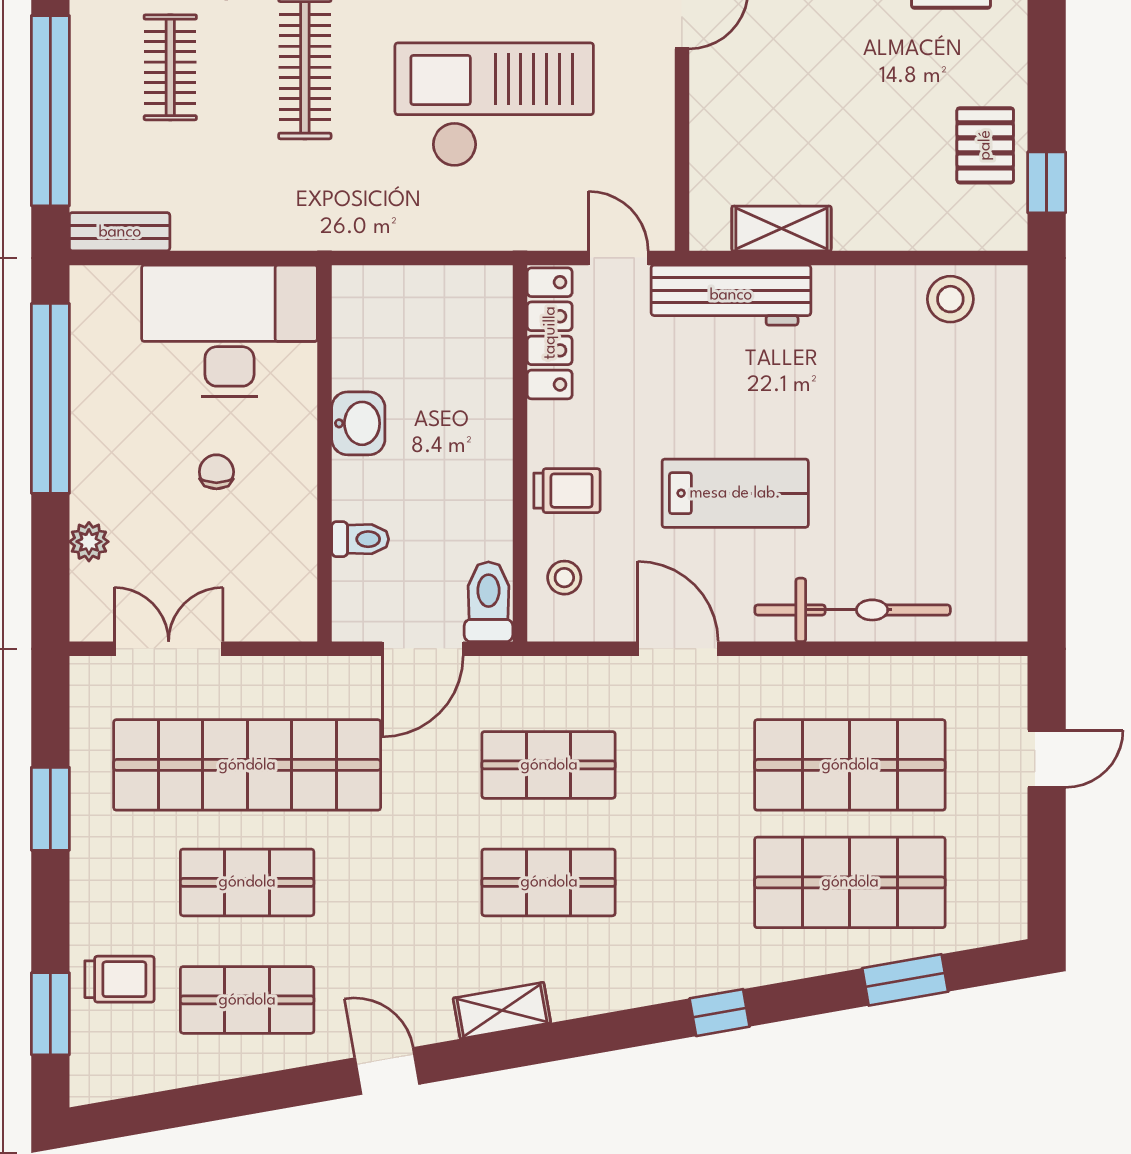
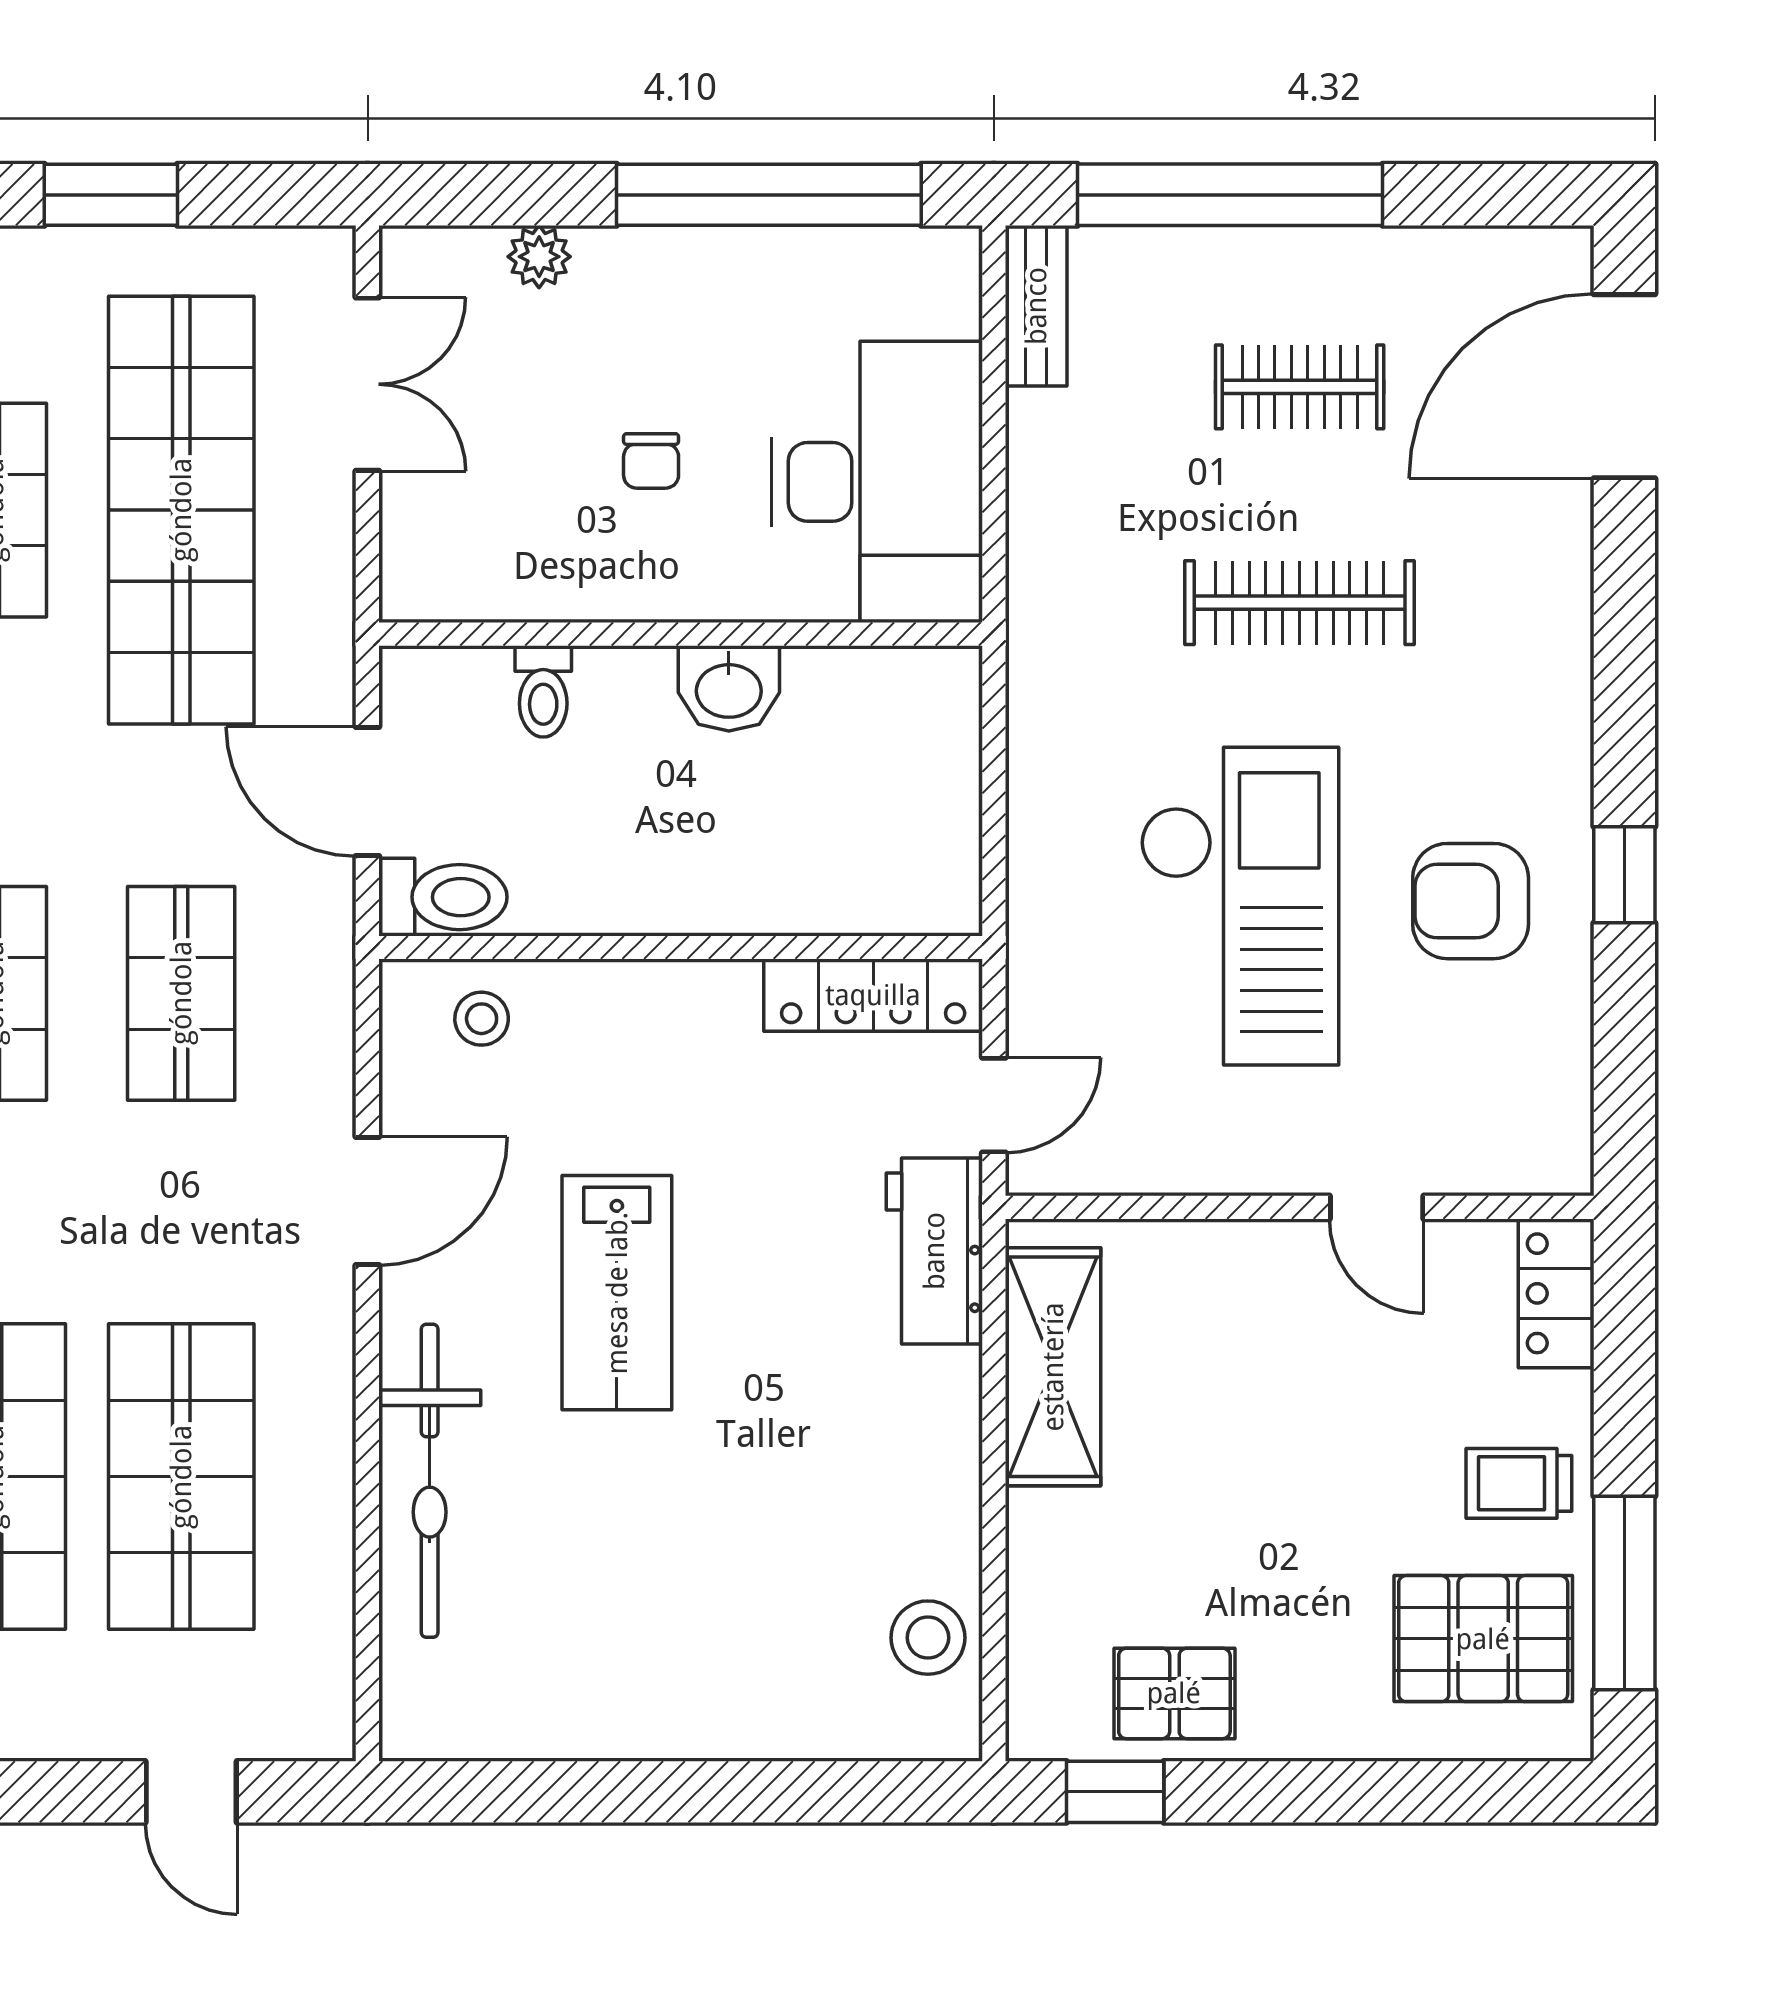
shelving: (781, 229) -> (1053, 1367), width x1.50, depth x1.33
workbench: (731, 295) -> (934, 1251), width x0.73
chair: (216, 472) -> (651, 461), turned 90
trolley: (567, 491) -> (621, 1023), removed

